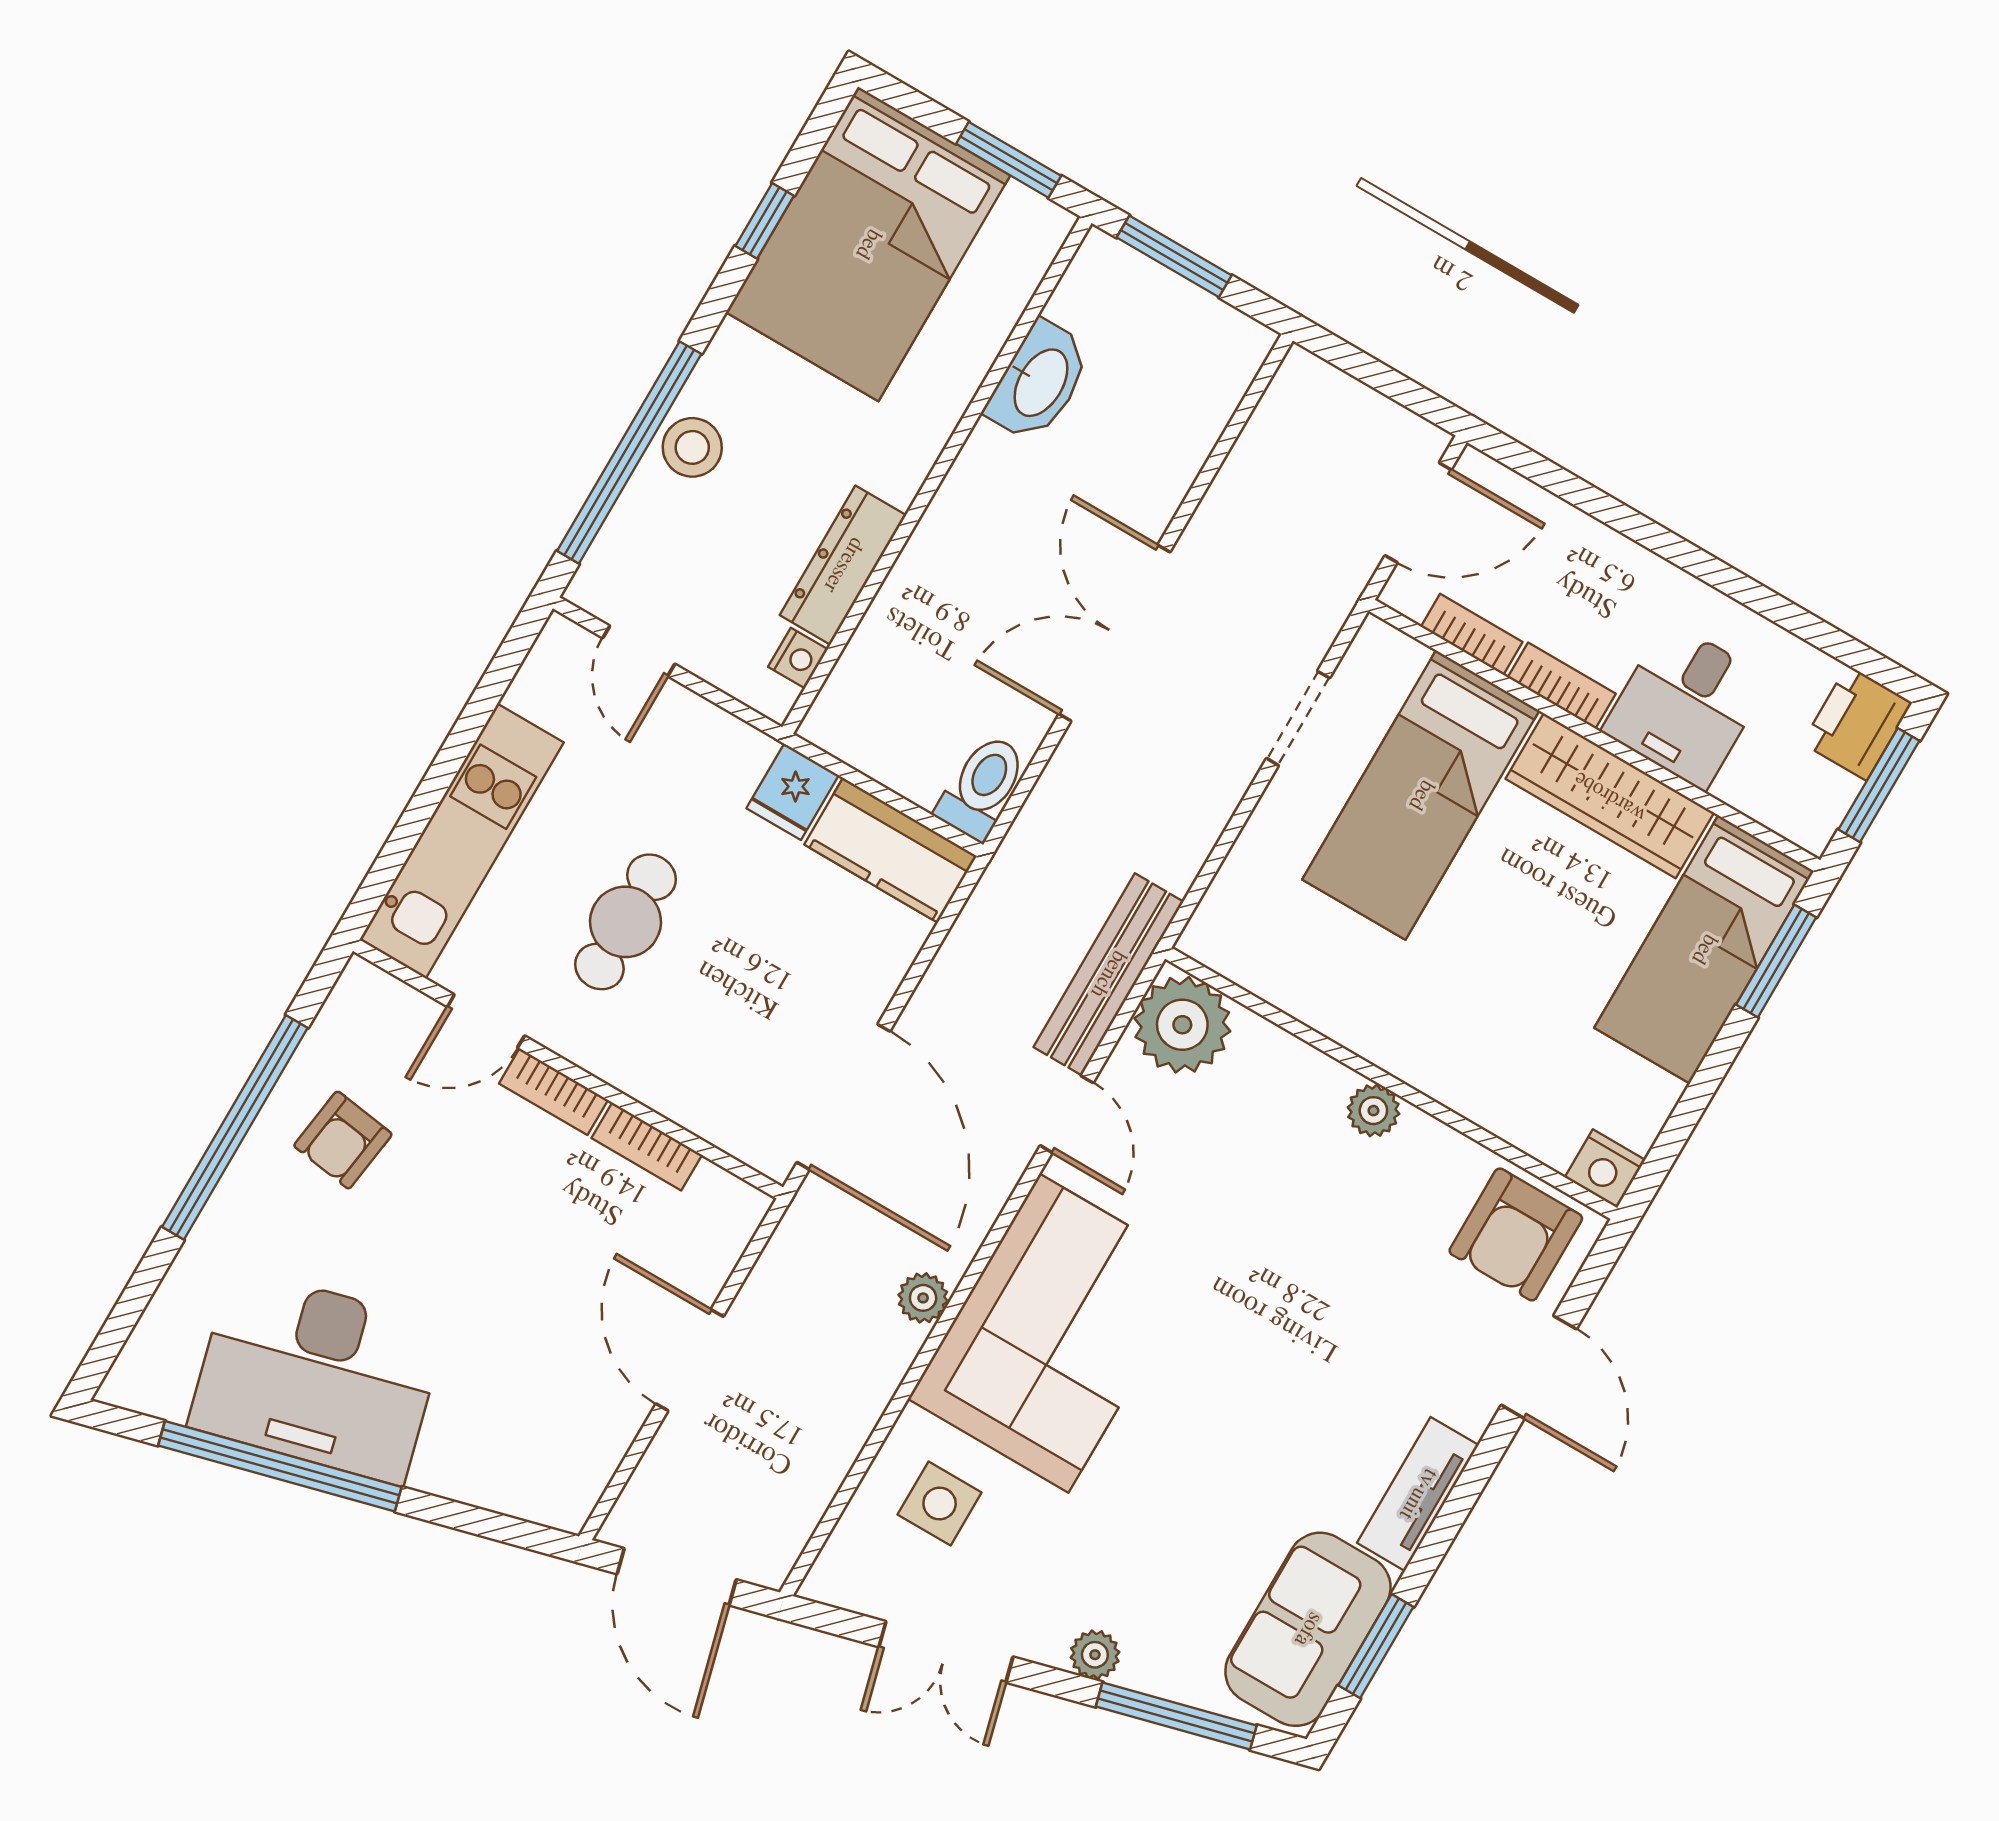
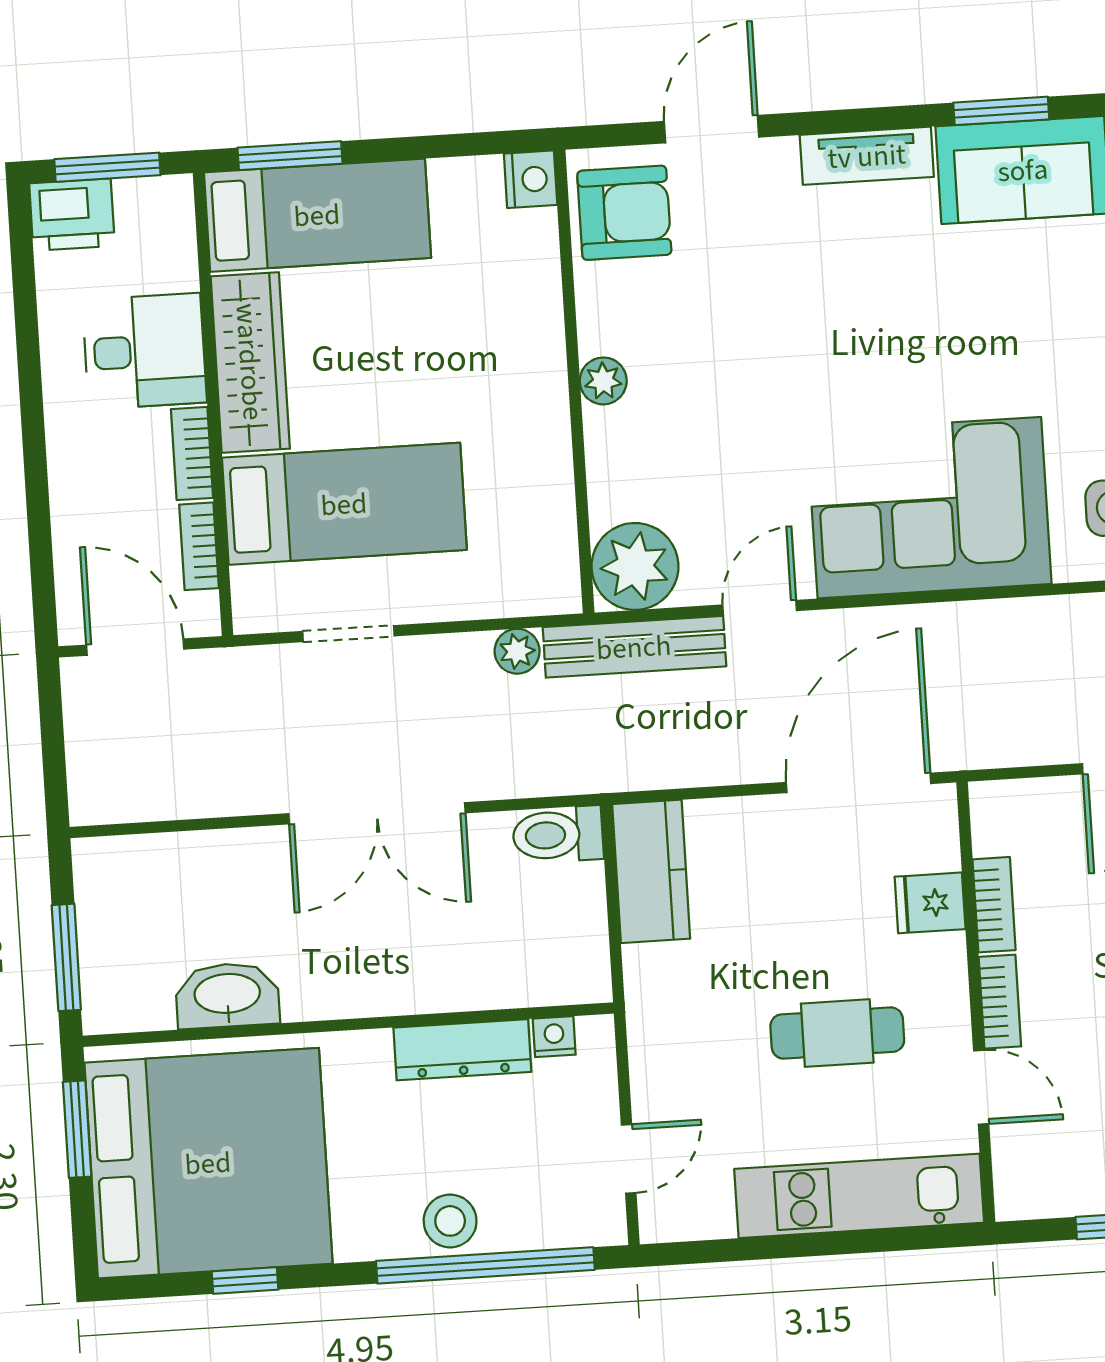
bed: (868, 244) -> (208, 1163), width x1.36
fridge: (793, 792) -> (930, 903), moved, turned 180
plant: (923, 1298) -> (517, 651), moved

